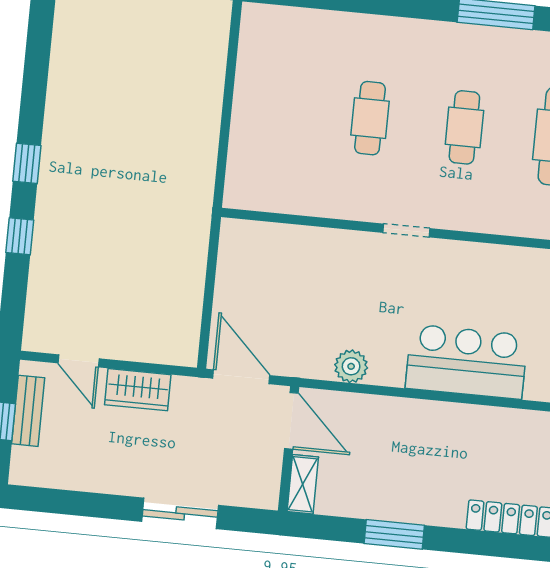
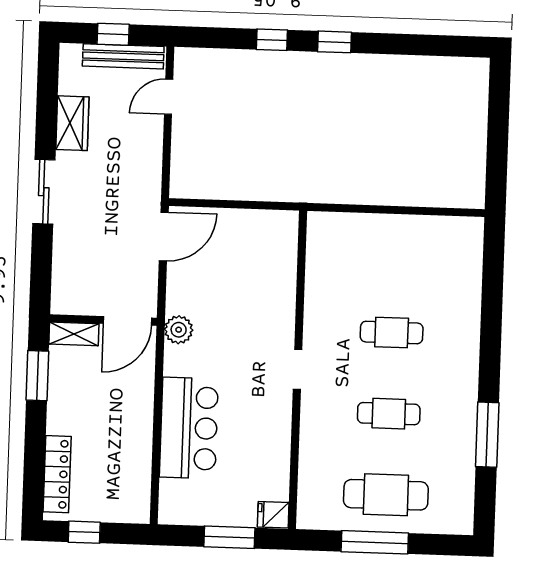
wardrobe: (138, 390) -> (72, 123), moved, turned 180
bench: (28, 411) -> (123, 56), width x1.36
door: (291, 421) -> (127, 321), moved
wall: (289, 449) -> (103, 320), moved
shelving: (303, 484) -> (74, 334), moved

